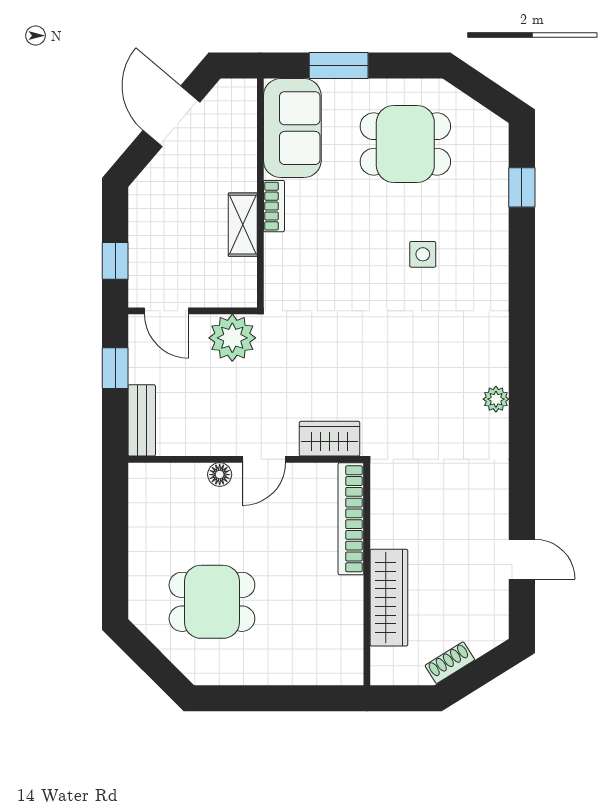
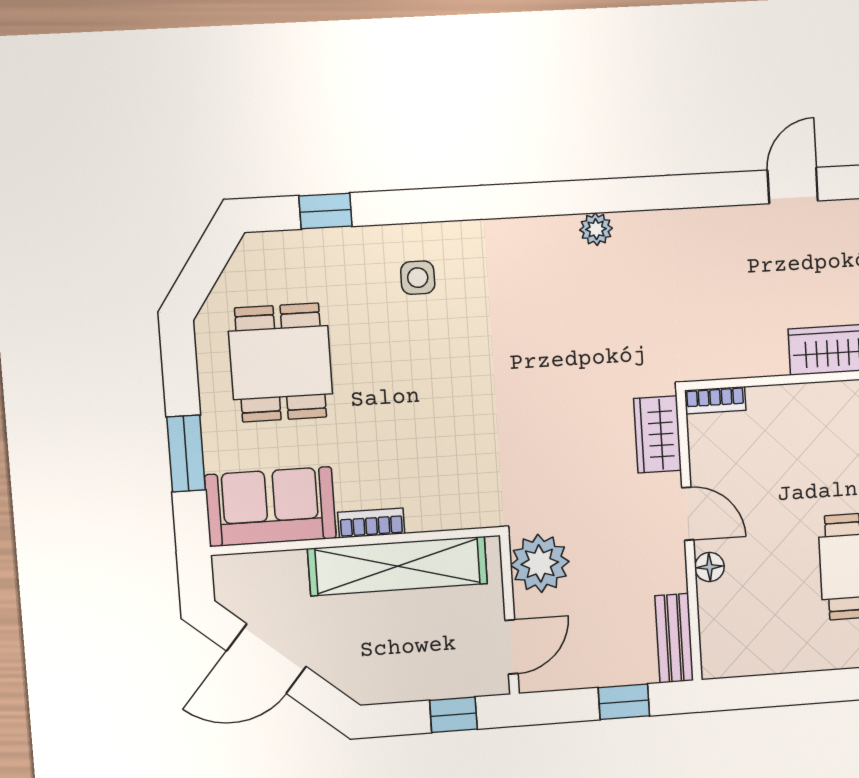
shelving: (243, 225) -> (398, 566), width x2.20, depth x1.33
side table: (423, 254) -> (418, 278), moved
window: (115, 368) -> (624, 702), moved
bench: (142, 420) -> (674, 638), moved, turned 90
bookcase: (351, 519) -> (715, 400), width x0.43, depth x0.76

